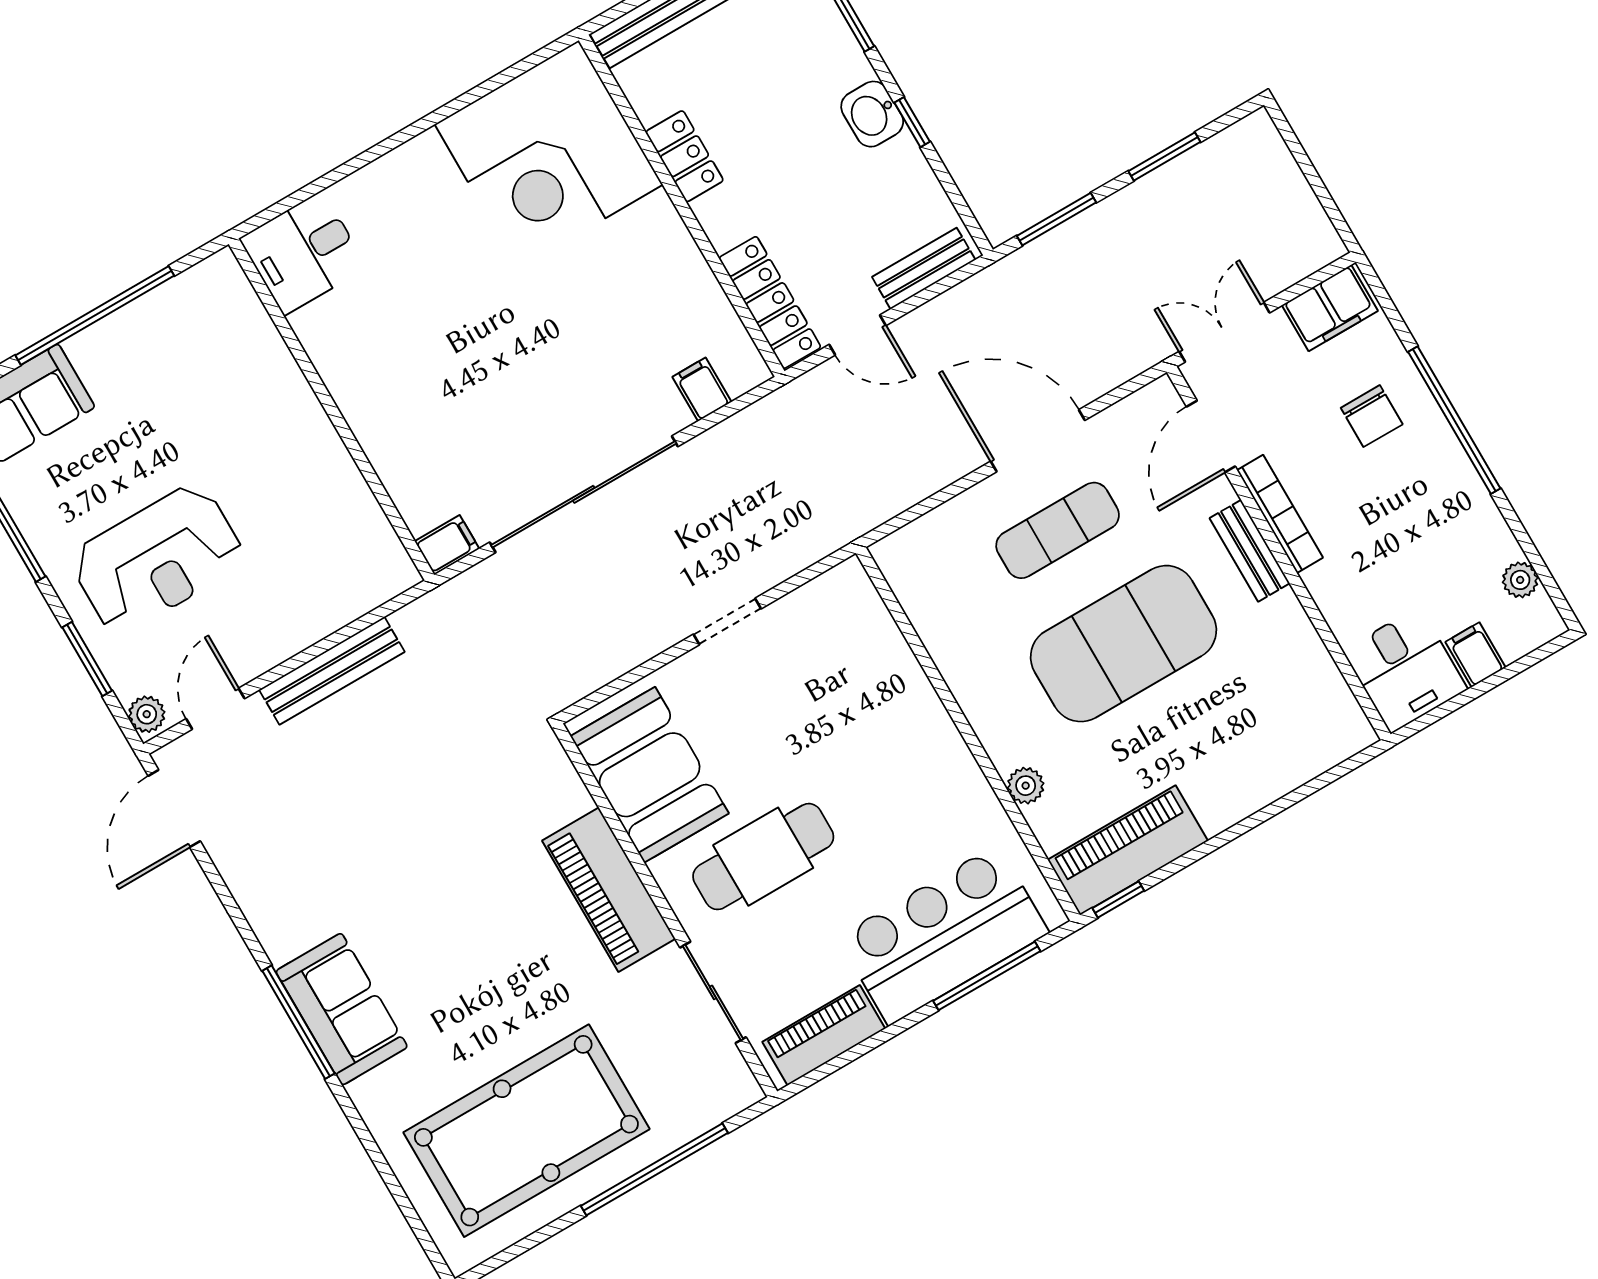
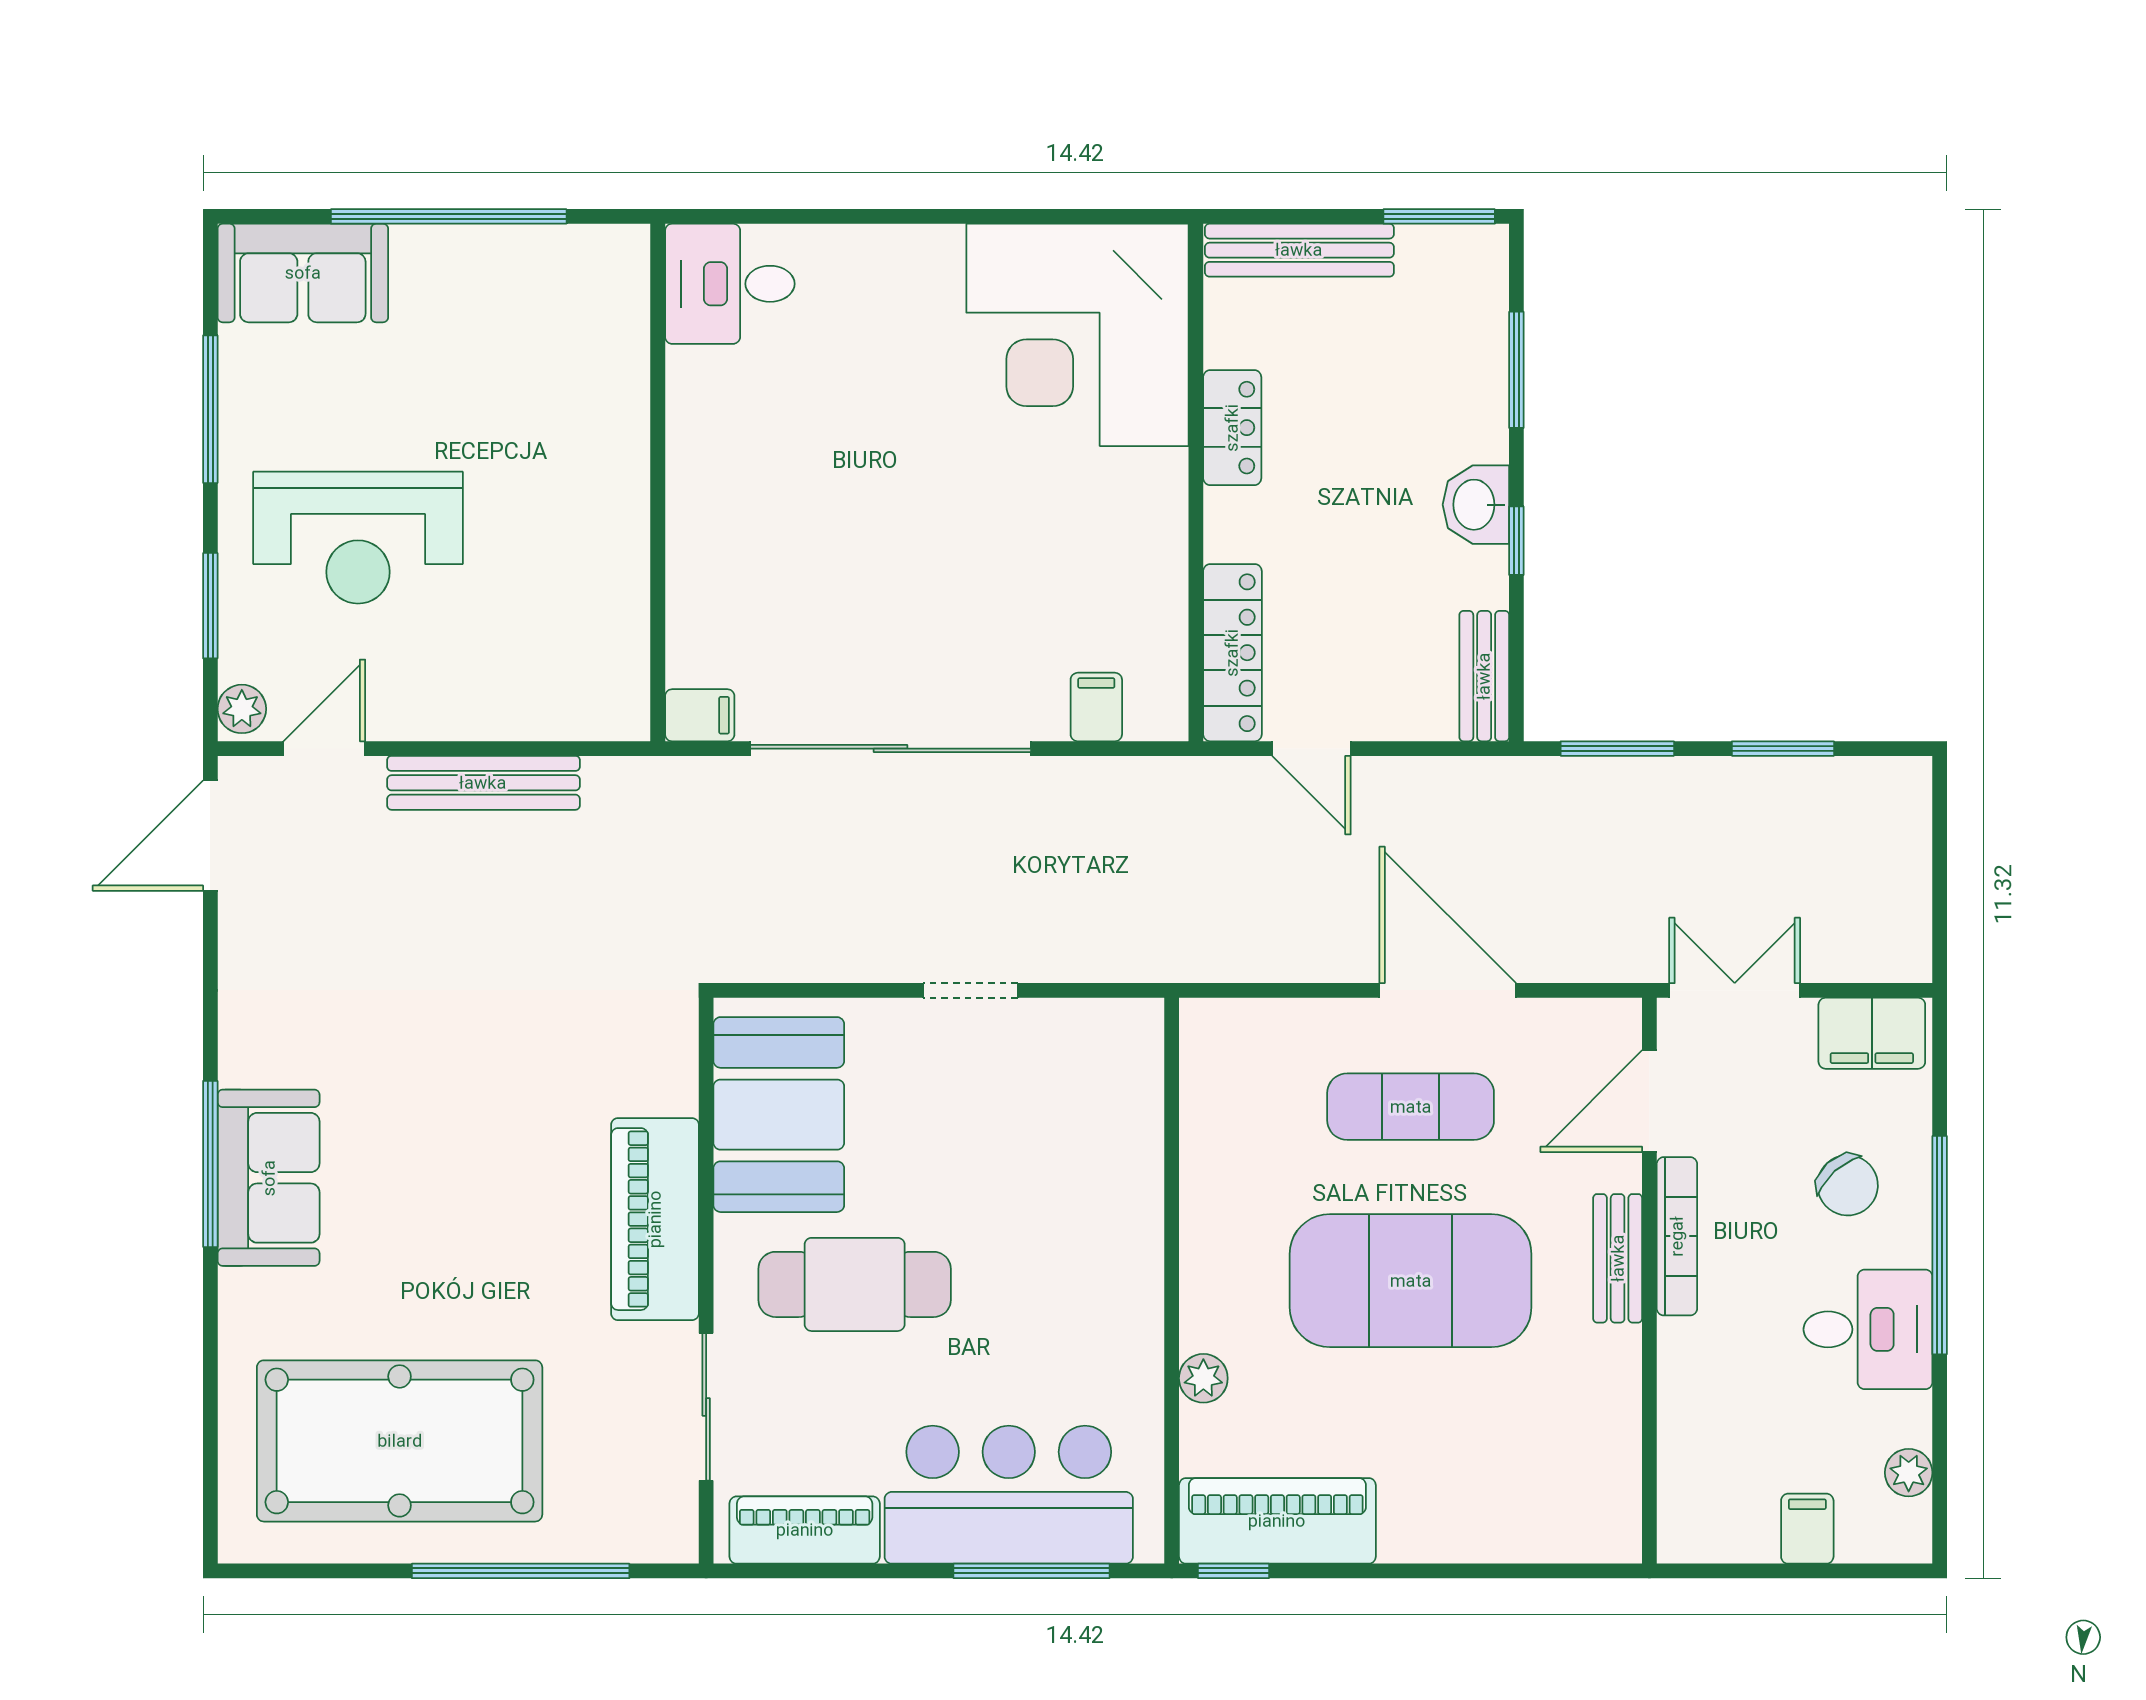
bench: (924, 268) -> (1484, 676), moved, turned 90
chair: (1372, 416) -> (1848, 1185), turned -42
desk: (1405, 670) -> (1868, 1329), moved, turned -90

